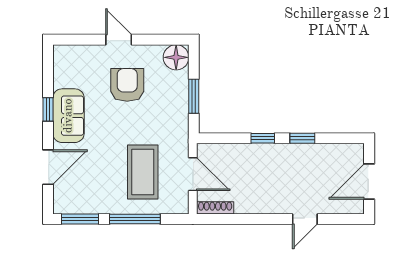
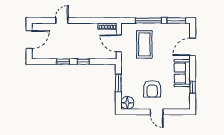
window: (48, 109) -> (193, 87), moved

